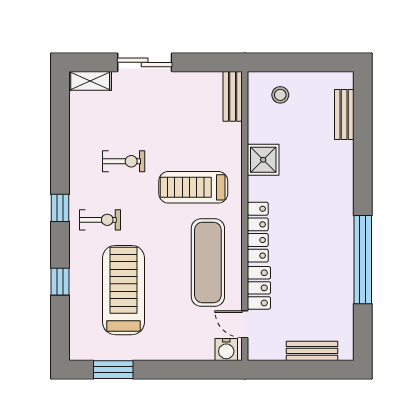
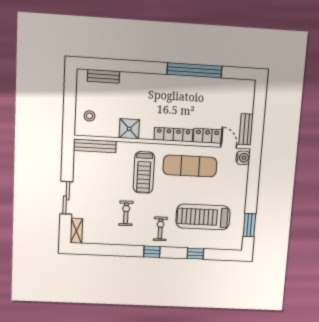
bench: (233, 96) -> (95, 146), width x1.36
door: (245, 324) -> (229, 146), swing flipped
bench: (312, 351) -> (246, 129), moved

